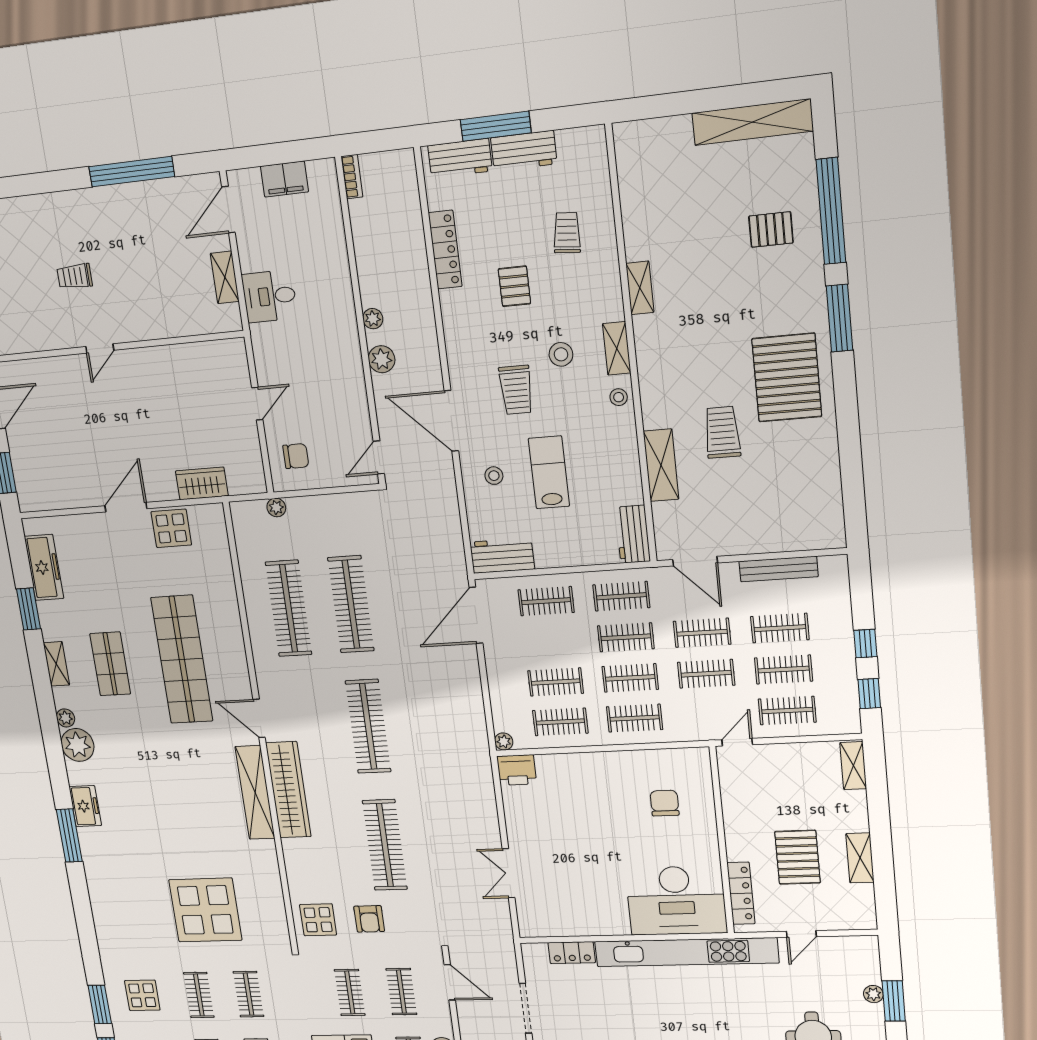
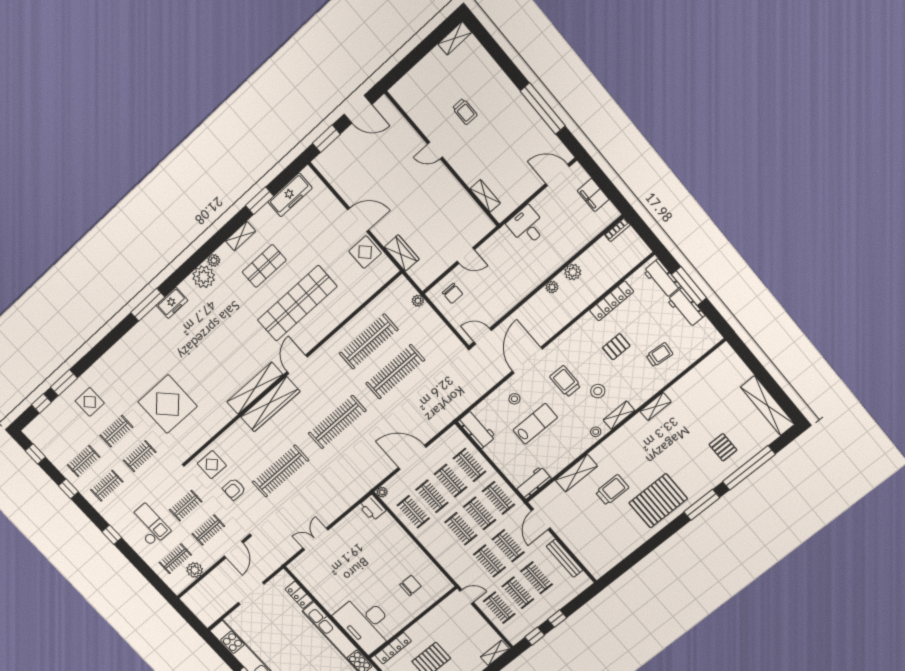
trolley: (75, 276) -> (465, 111), turned 180
shelving: (225, 277) -> (485, 196), moved, turned 90
plant: (382, 359) -> (573, 272), moved
trolley: (516, 390) -> (565, 381), turned 90
door: (476, 615) -> (412, 457), moved
clothes rail: (635, 718) -> (451, 481), moved

